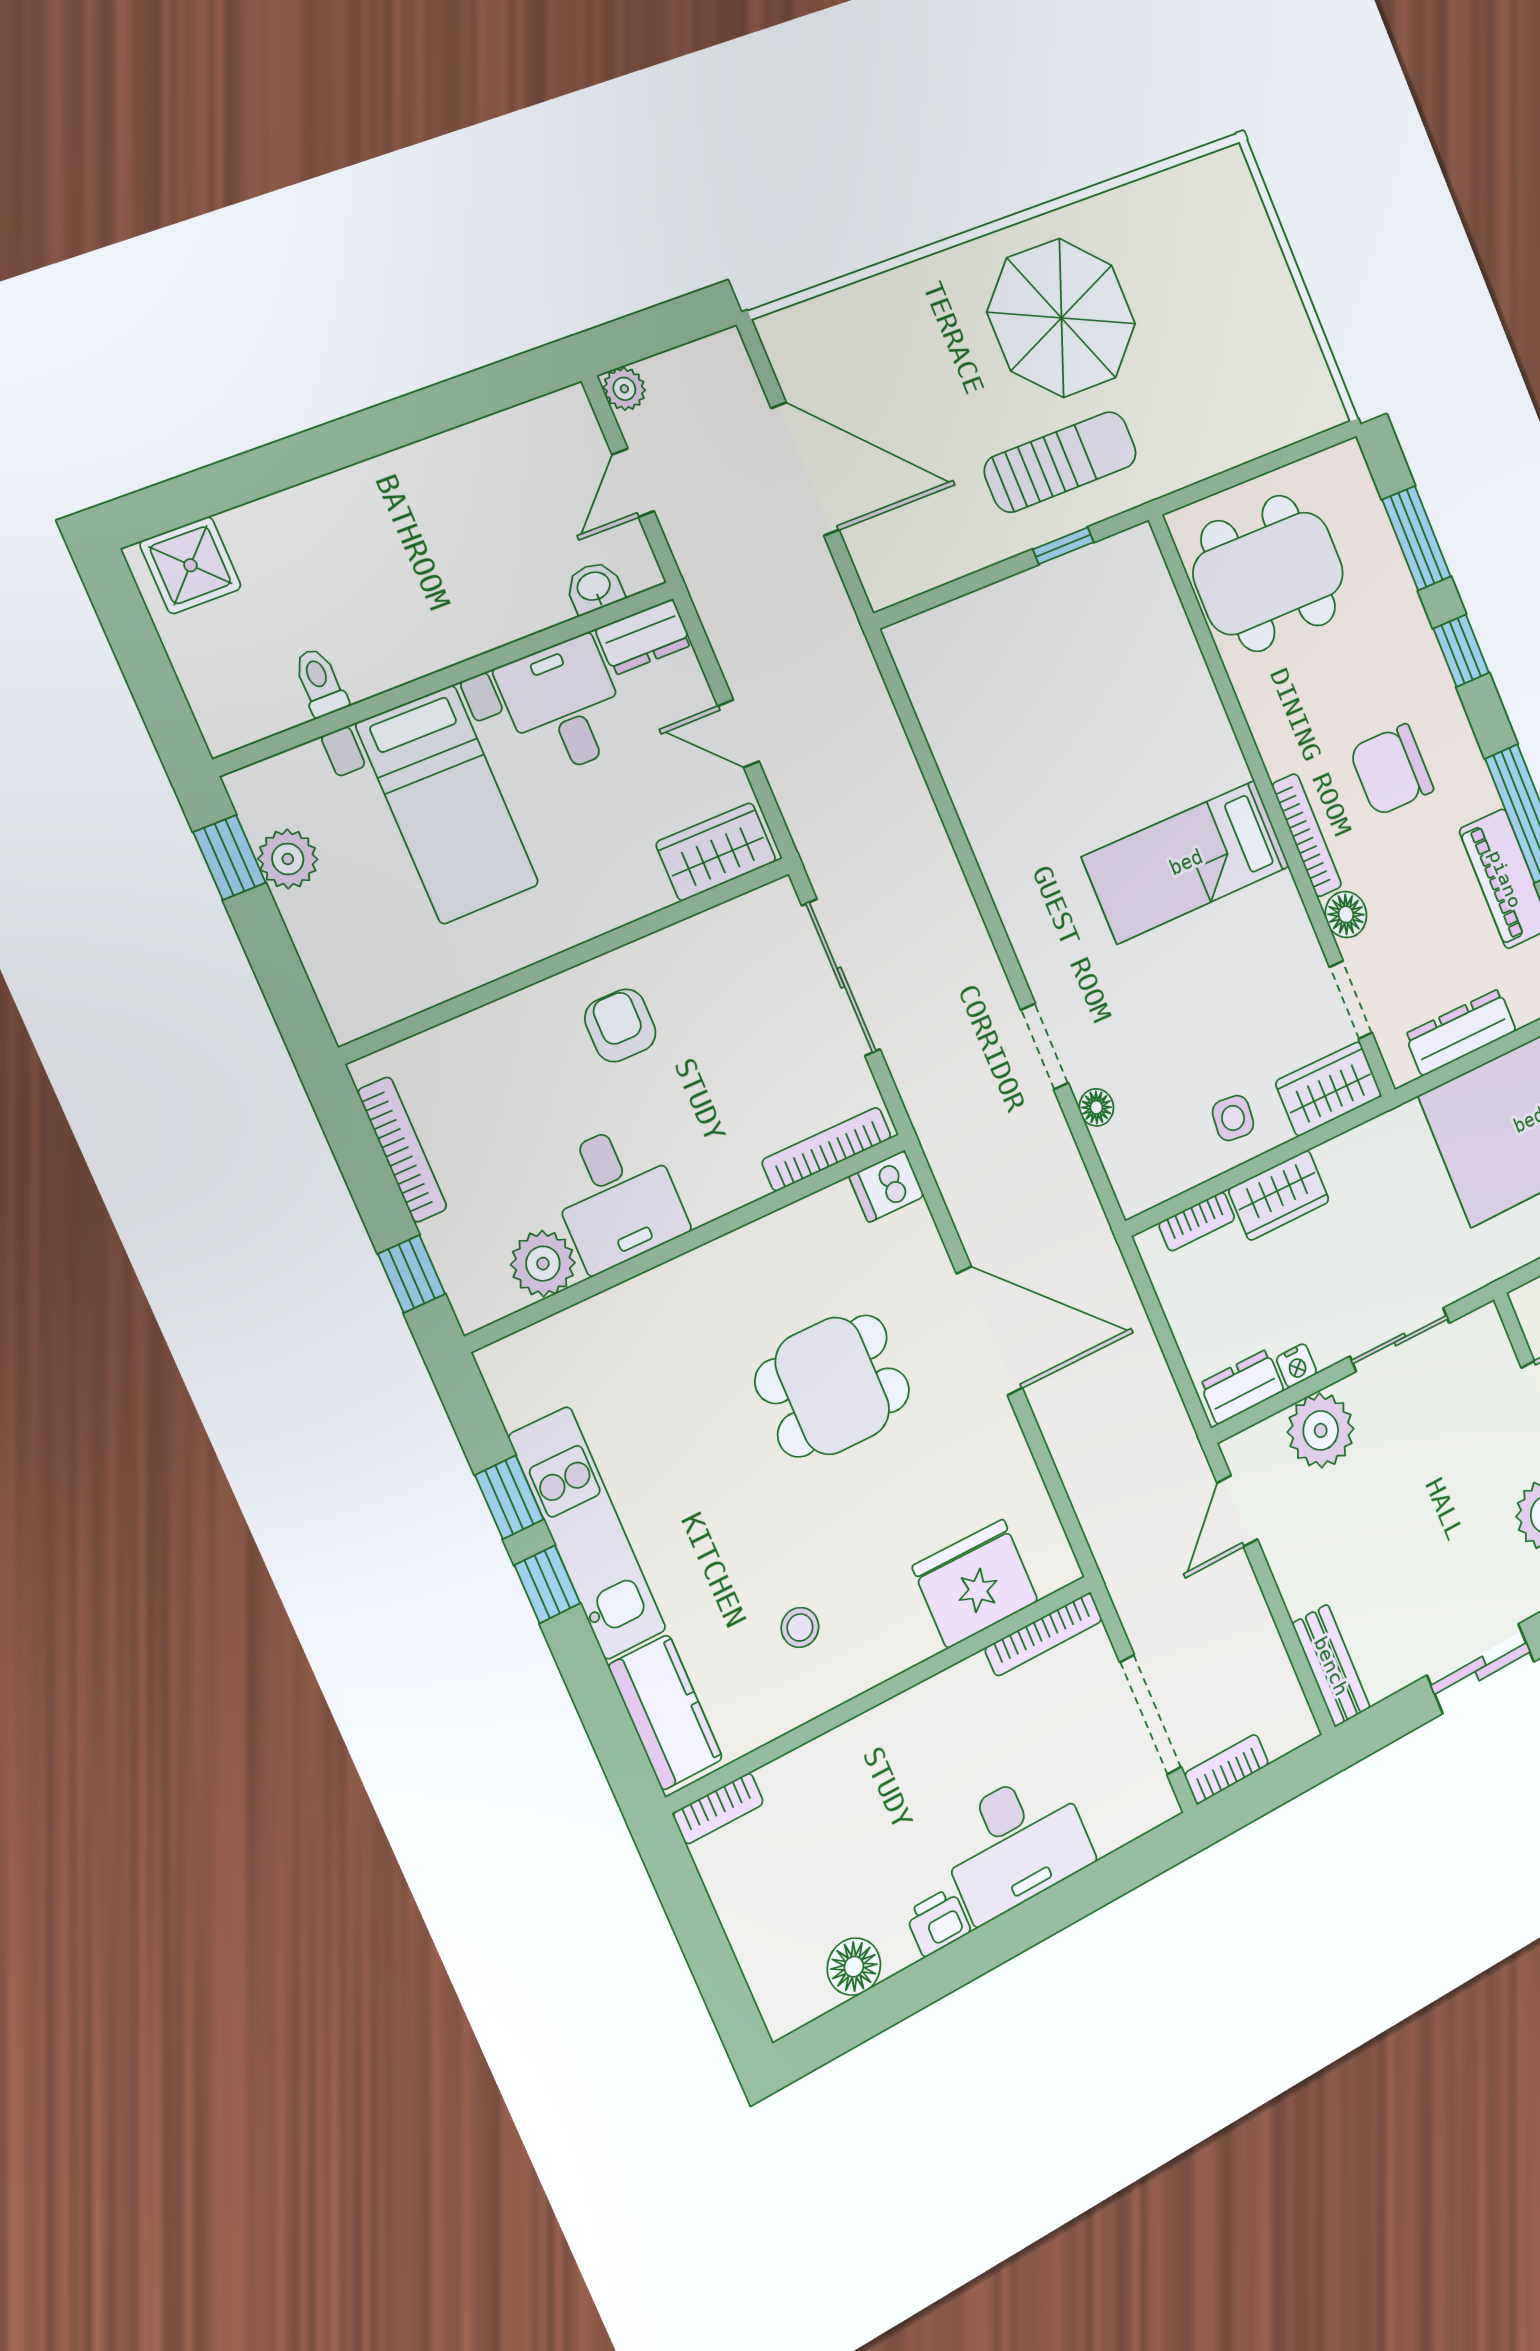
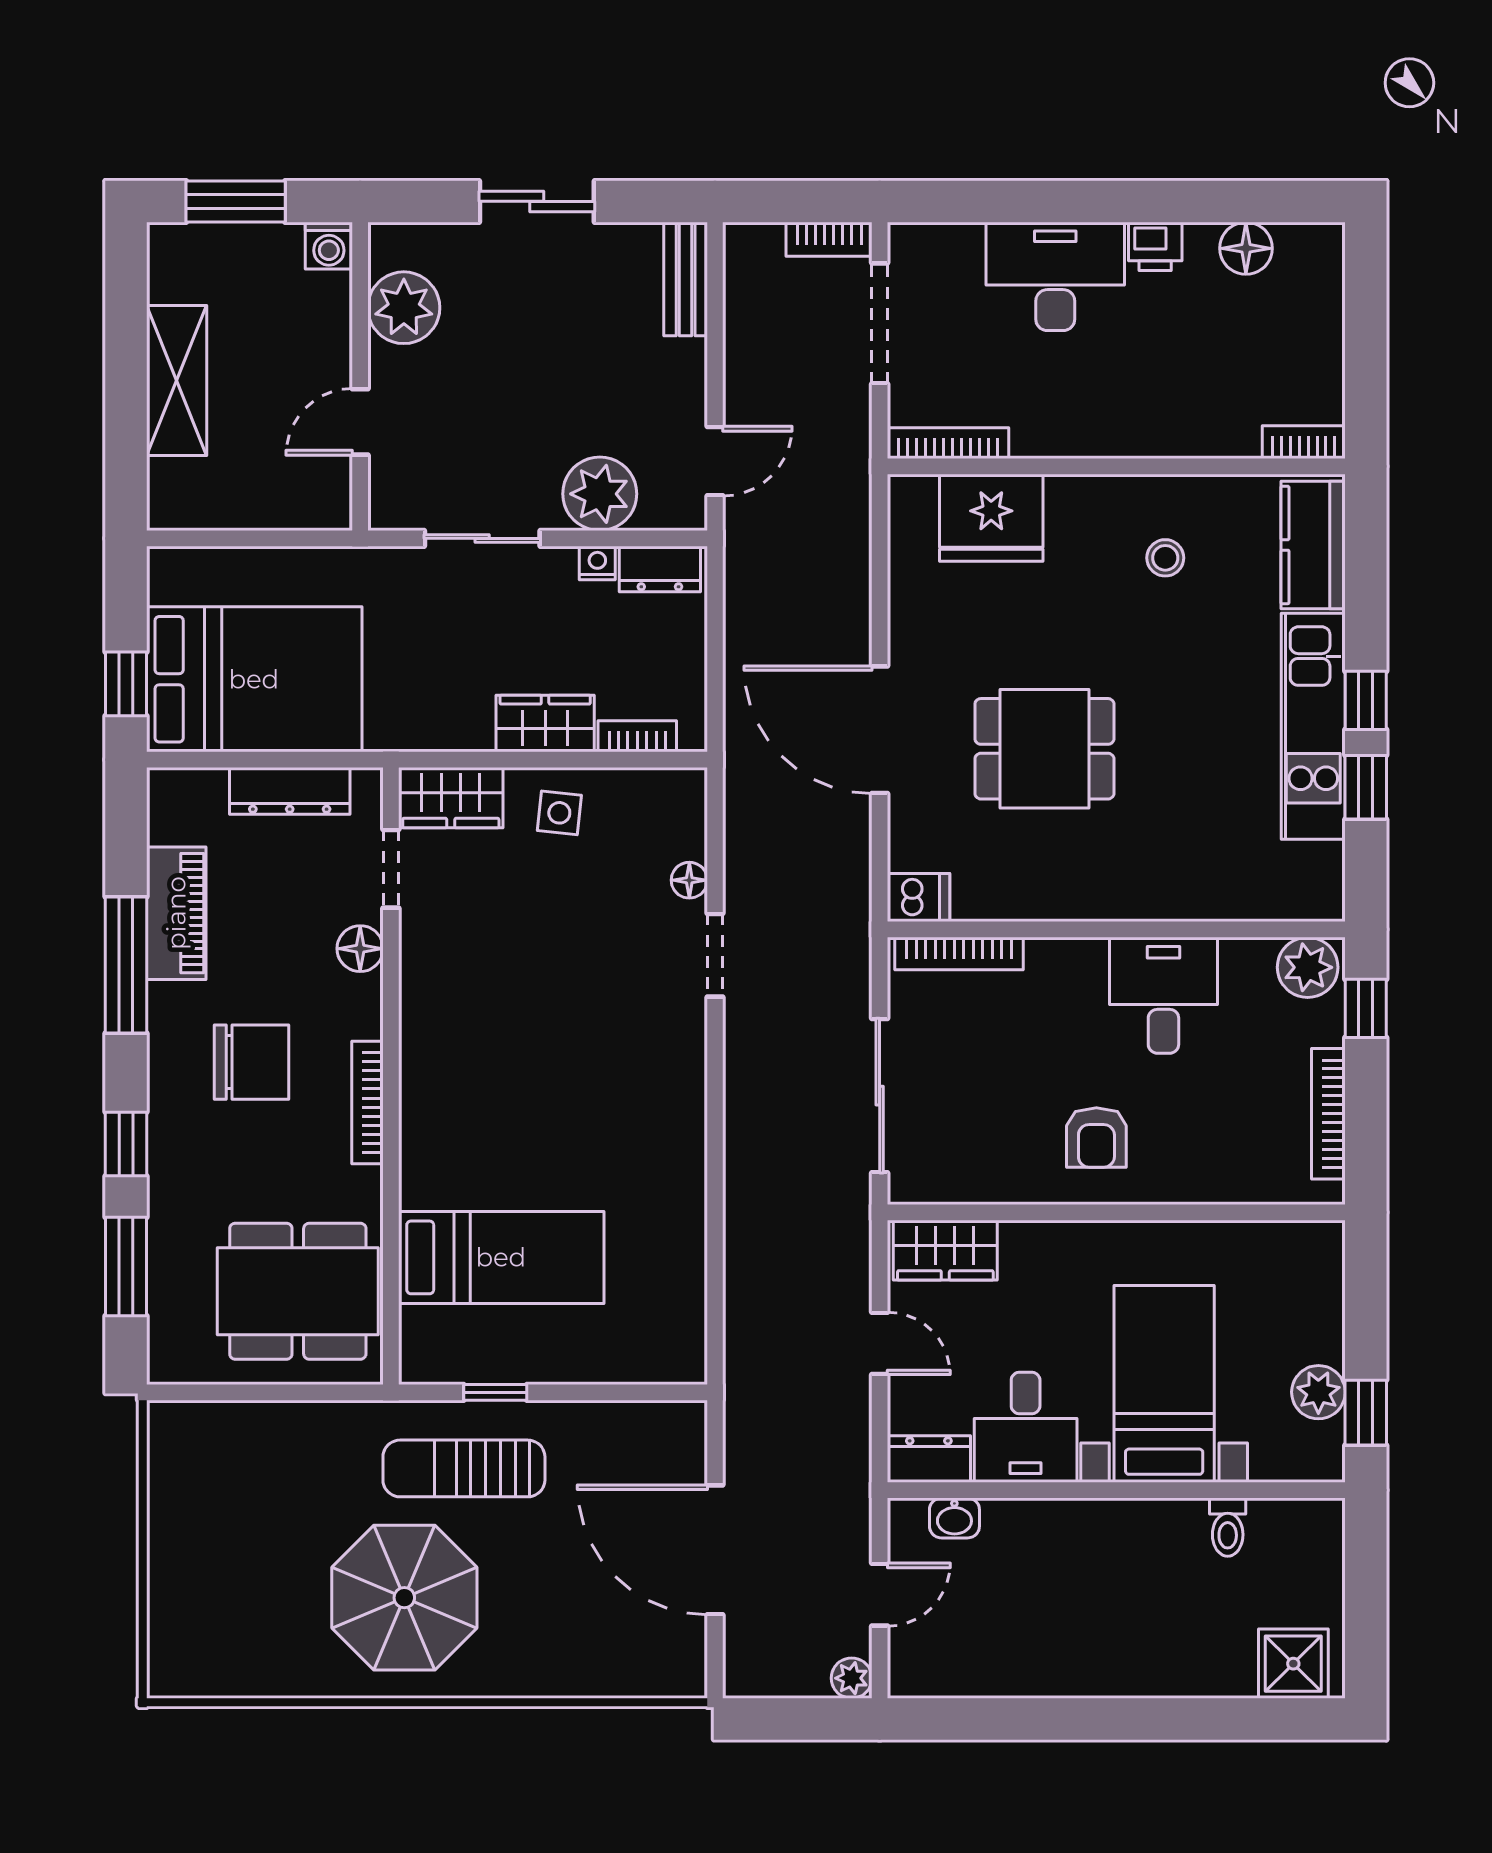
bookcase: (1307, 835) -> (368, 1103), moved
bed: (1186, 862) -> (501, 1257), moved
plant: (543, 1264) -> (1308, 967), moved

